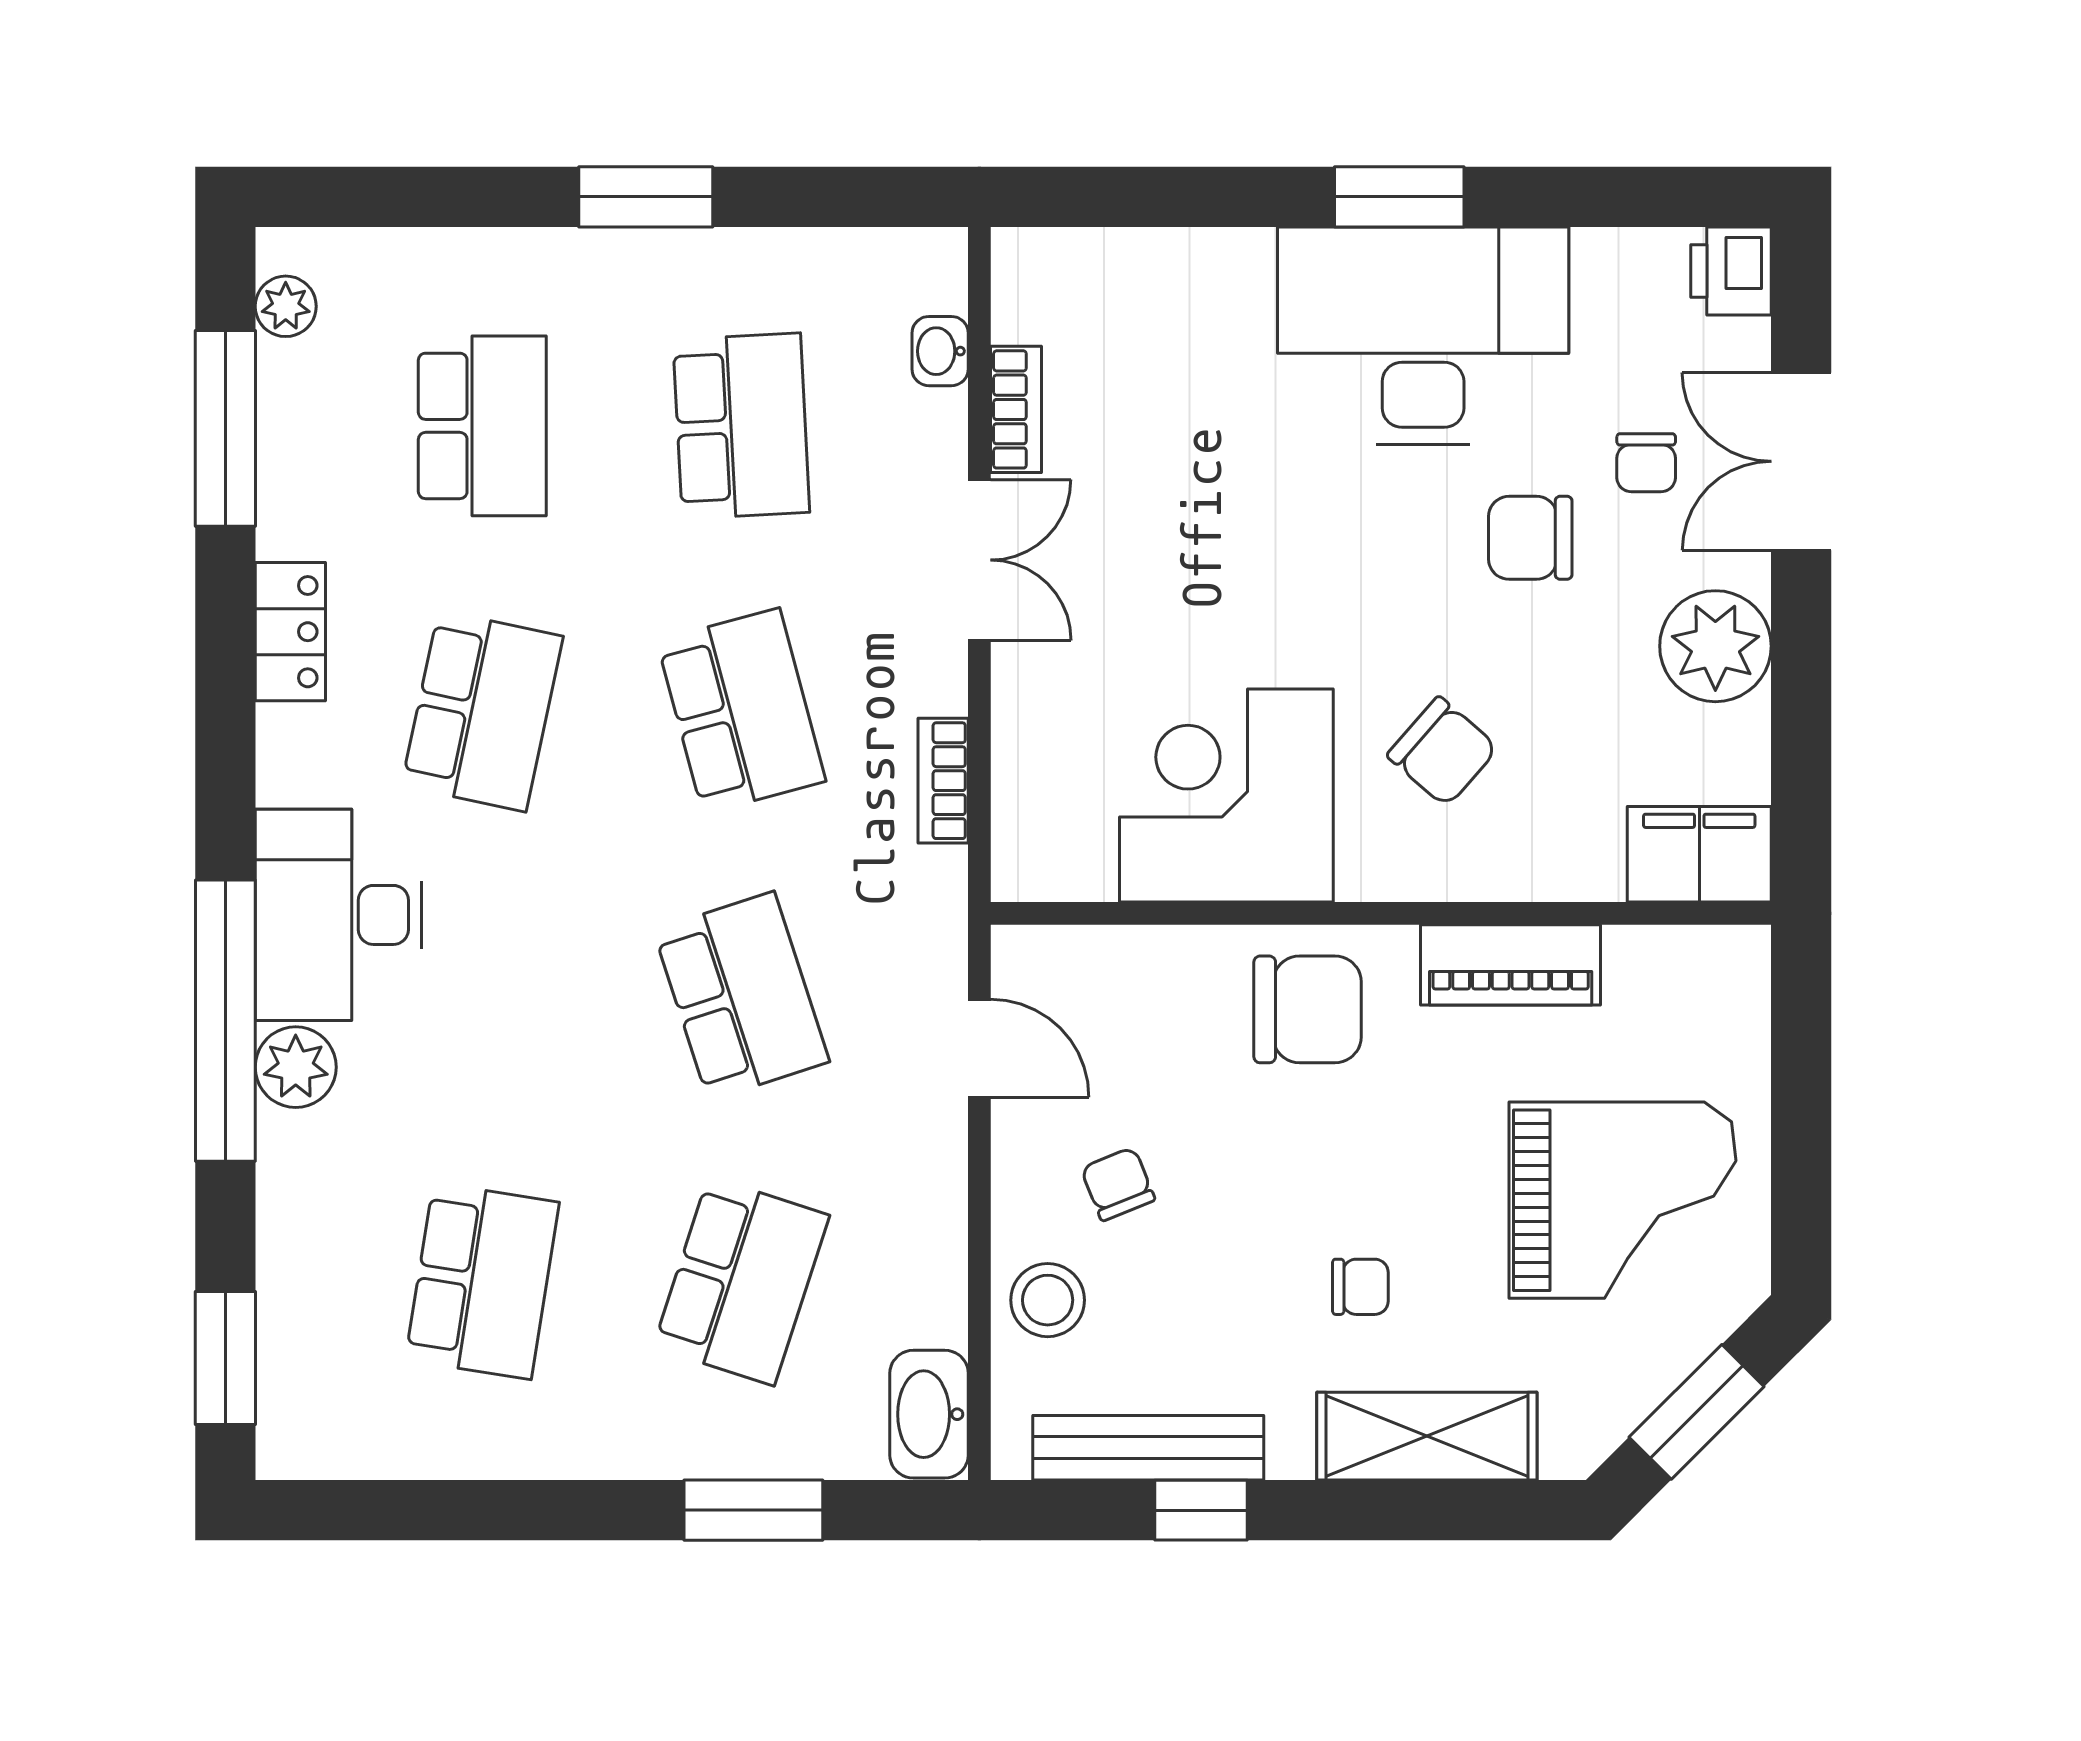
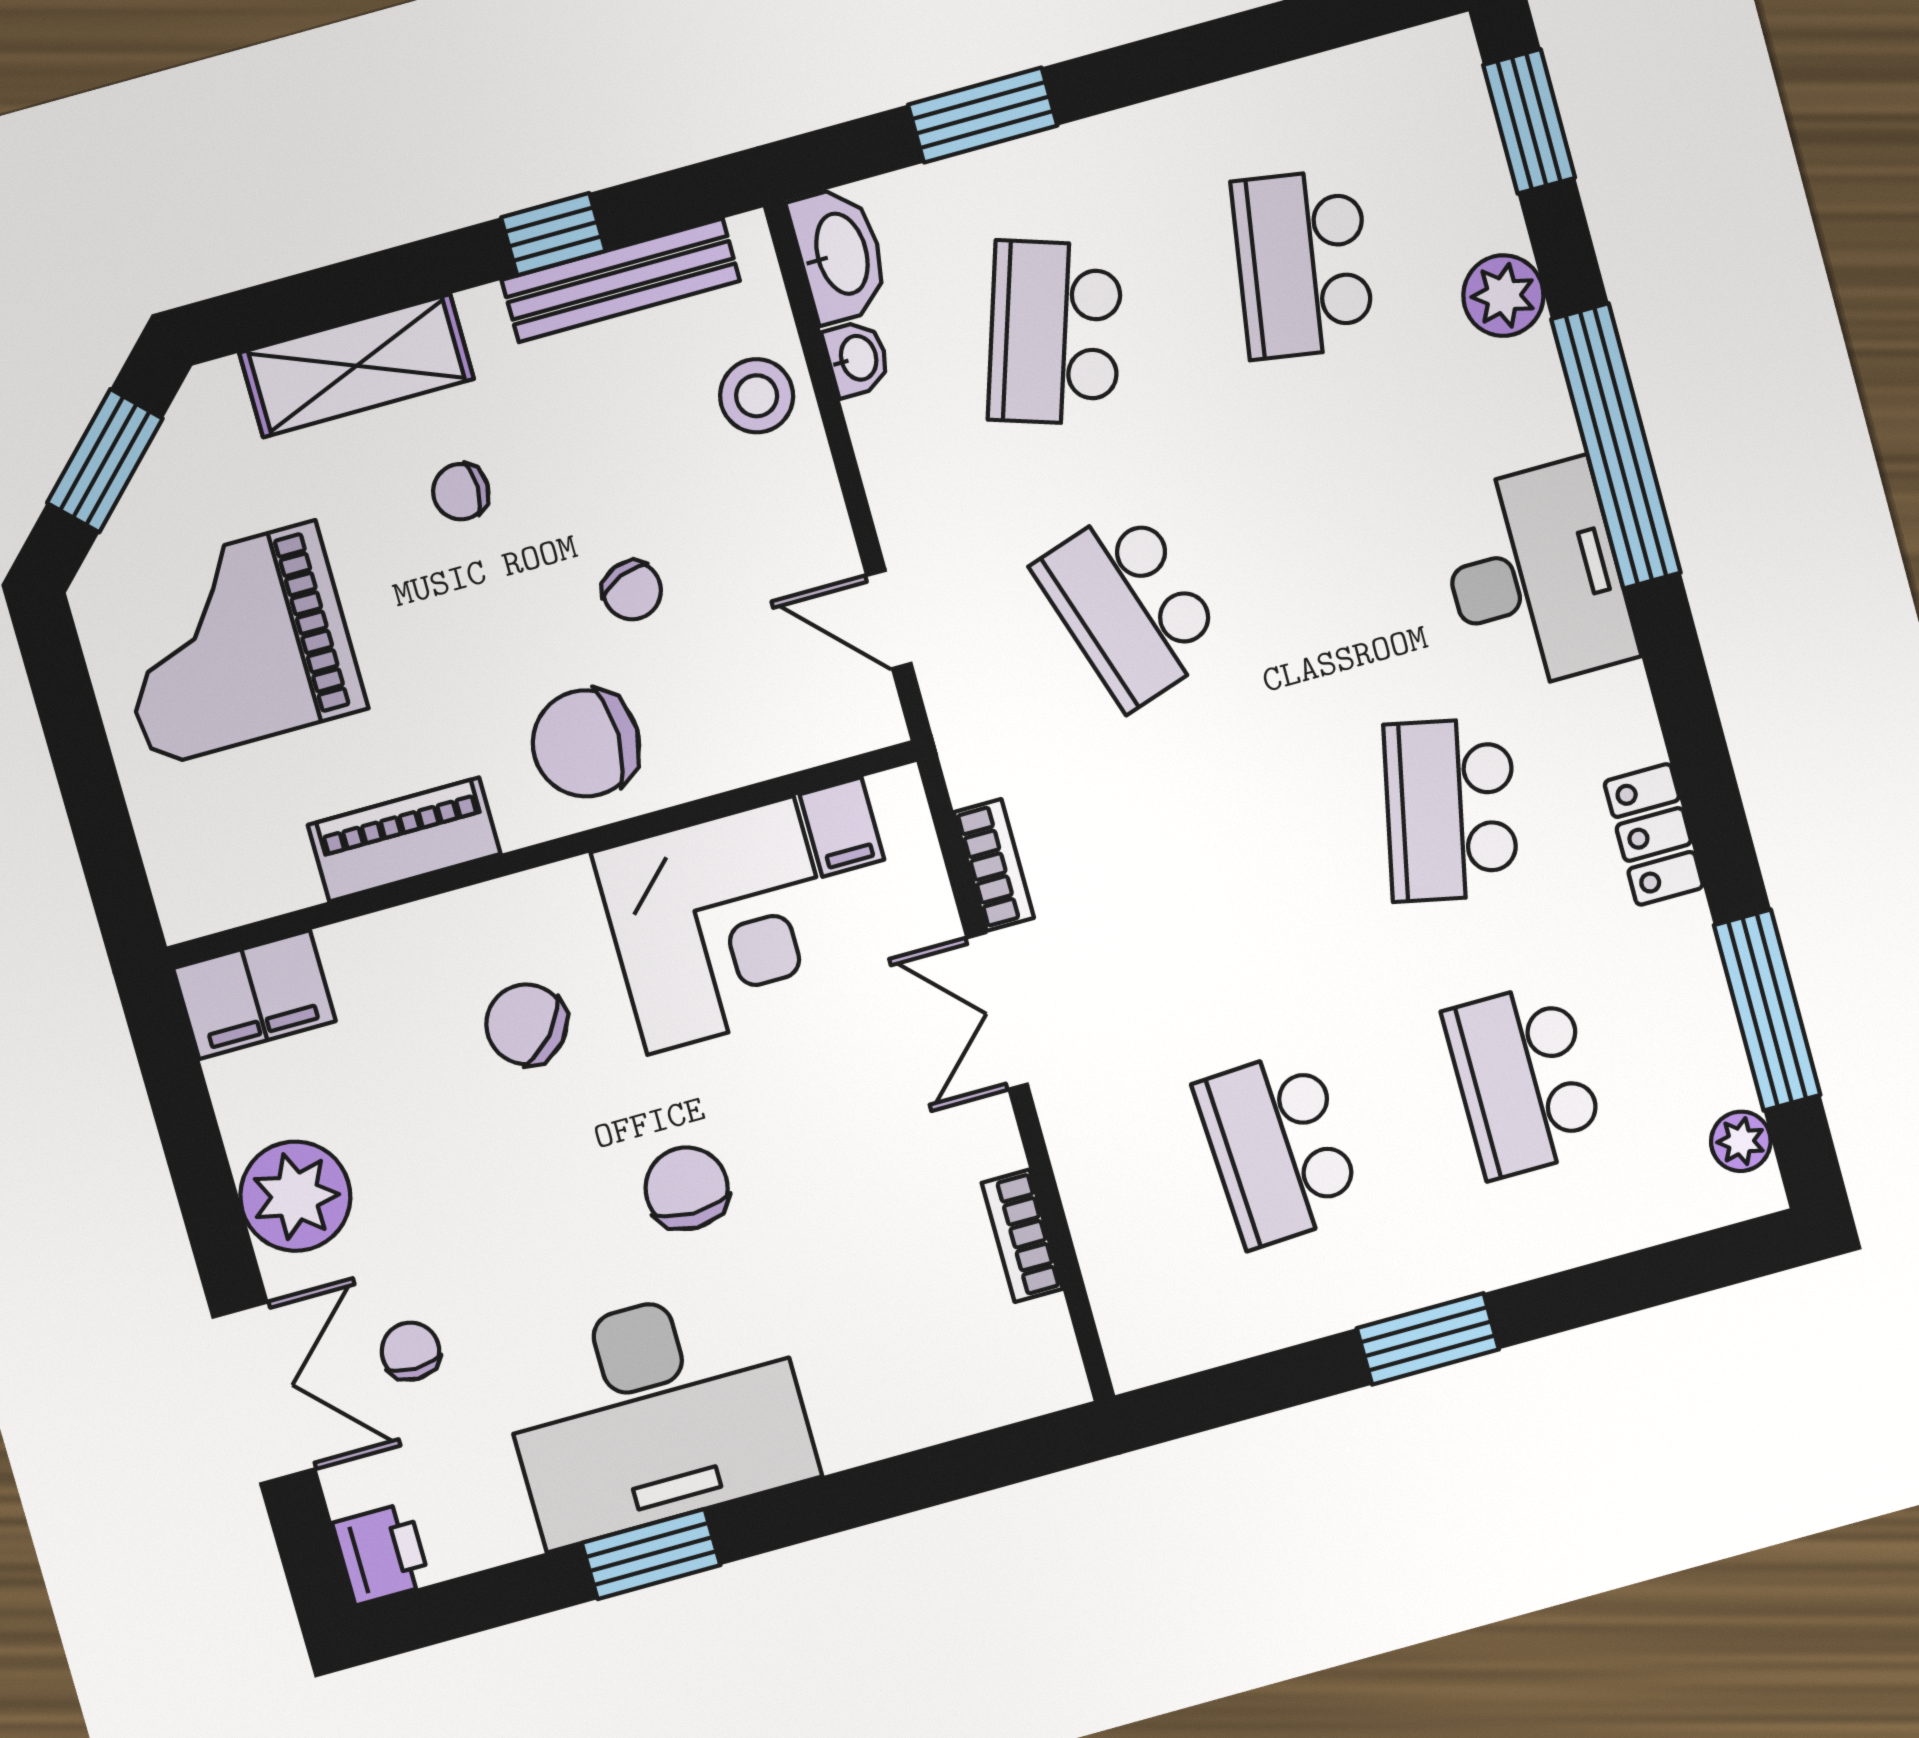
window: (1399, 197) -> (651, 1554), moved
washbasin: (940, 351) -> (857, 358), moved
chair: (1530, 538) -> (687, 1188), moved, turned -90
double door: (979, 560) -> (997, 1011), moved
school desk: (741, 711) -> (1204, 878), removed
filing cabinet: (1081, 859) -> (842, 827), added
plant: (296, 1067) -> (1503, 296), moved
chair: (1118, 1184) -> (632, 590), moved

